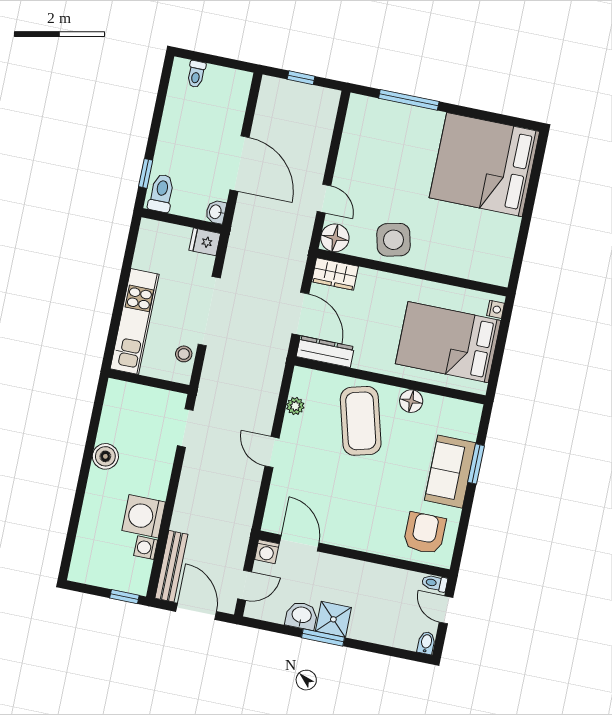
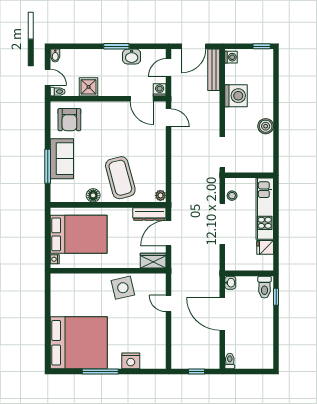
toilet: (196, 74) -> (230, 361), moved
window: (409, 100) -> (100, 372), moved
nightstand: (405, 117) -> (131, 361), added
floor lamp: (335, 238) -> (157, 282), removed
fridge: (205, 242) -> (265, 247), moved, turned 180
door: (300, 314) -> (169, 233), hinge flipped
plant: (295, 406) -> (160, 195), moved
doorway: (185, 428) -> (222, 152), width x1.38
door: (272, 452) -> (169, 118), moved
window: (476, 464) -> (48, 166), width x1.44
washing machine: (146, 548) -> (231, 57), moved
window: (124, 597) -> (262, 46), moved
door: (196, 611) -> (194, 46), hinge flipped
shower: (333, 619) -> (89, 87), moved

